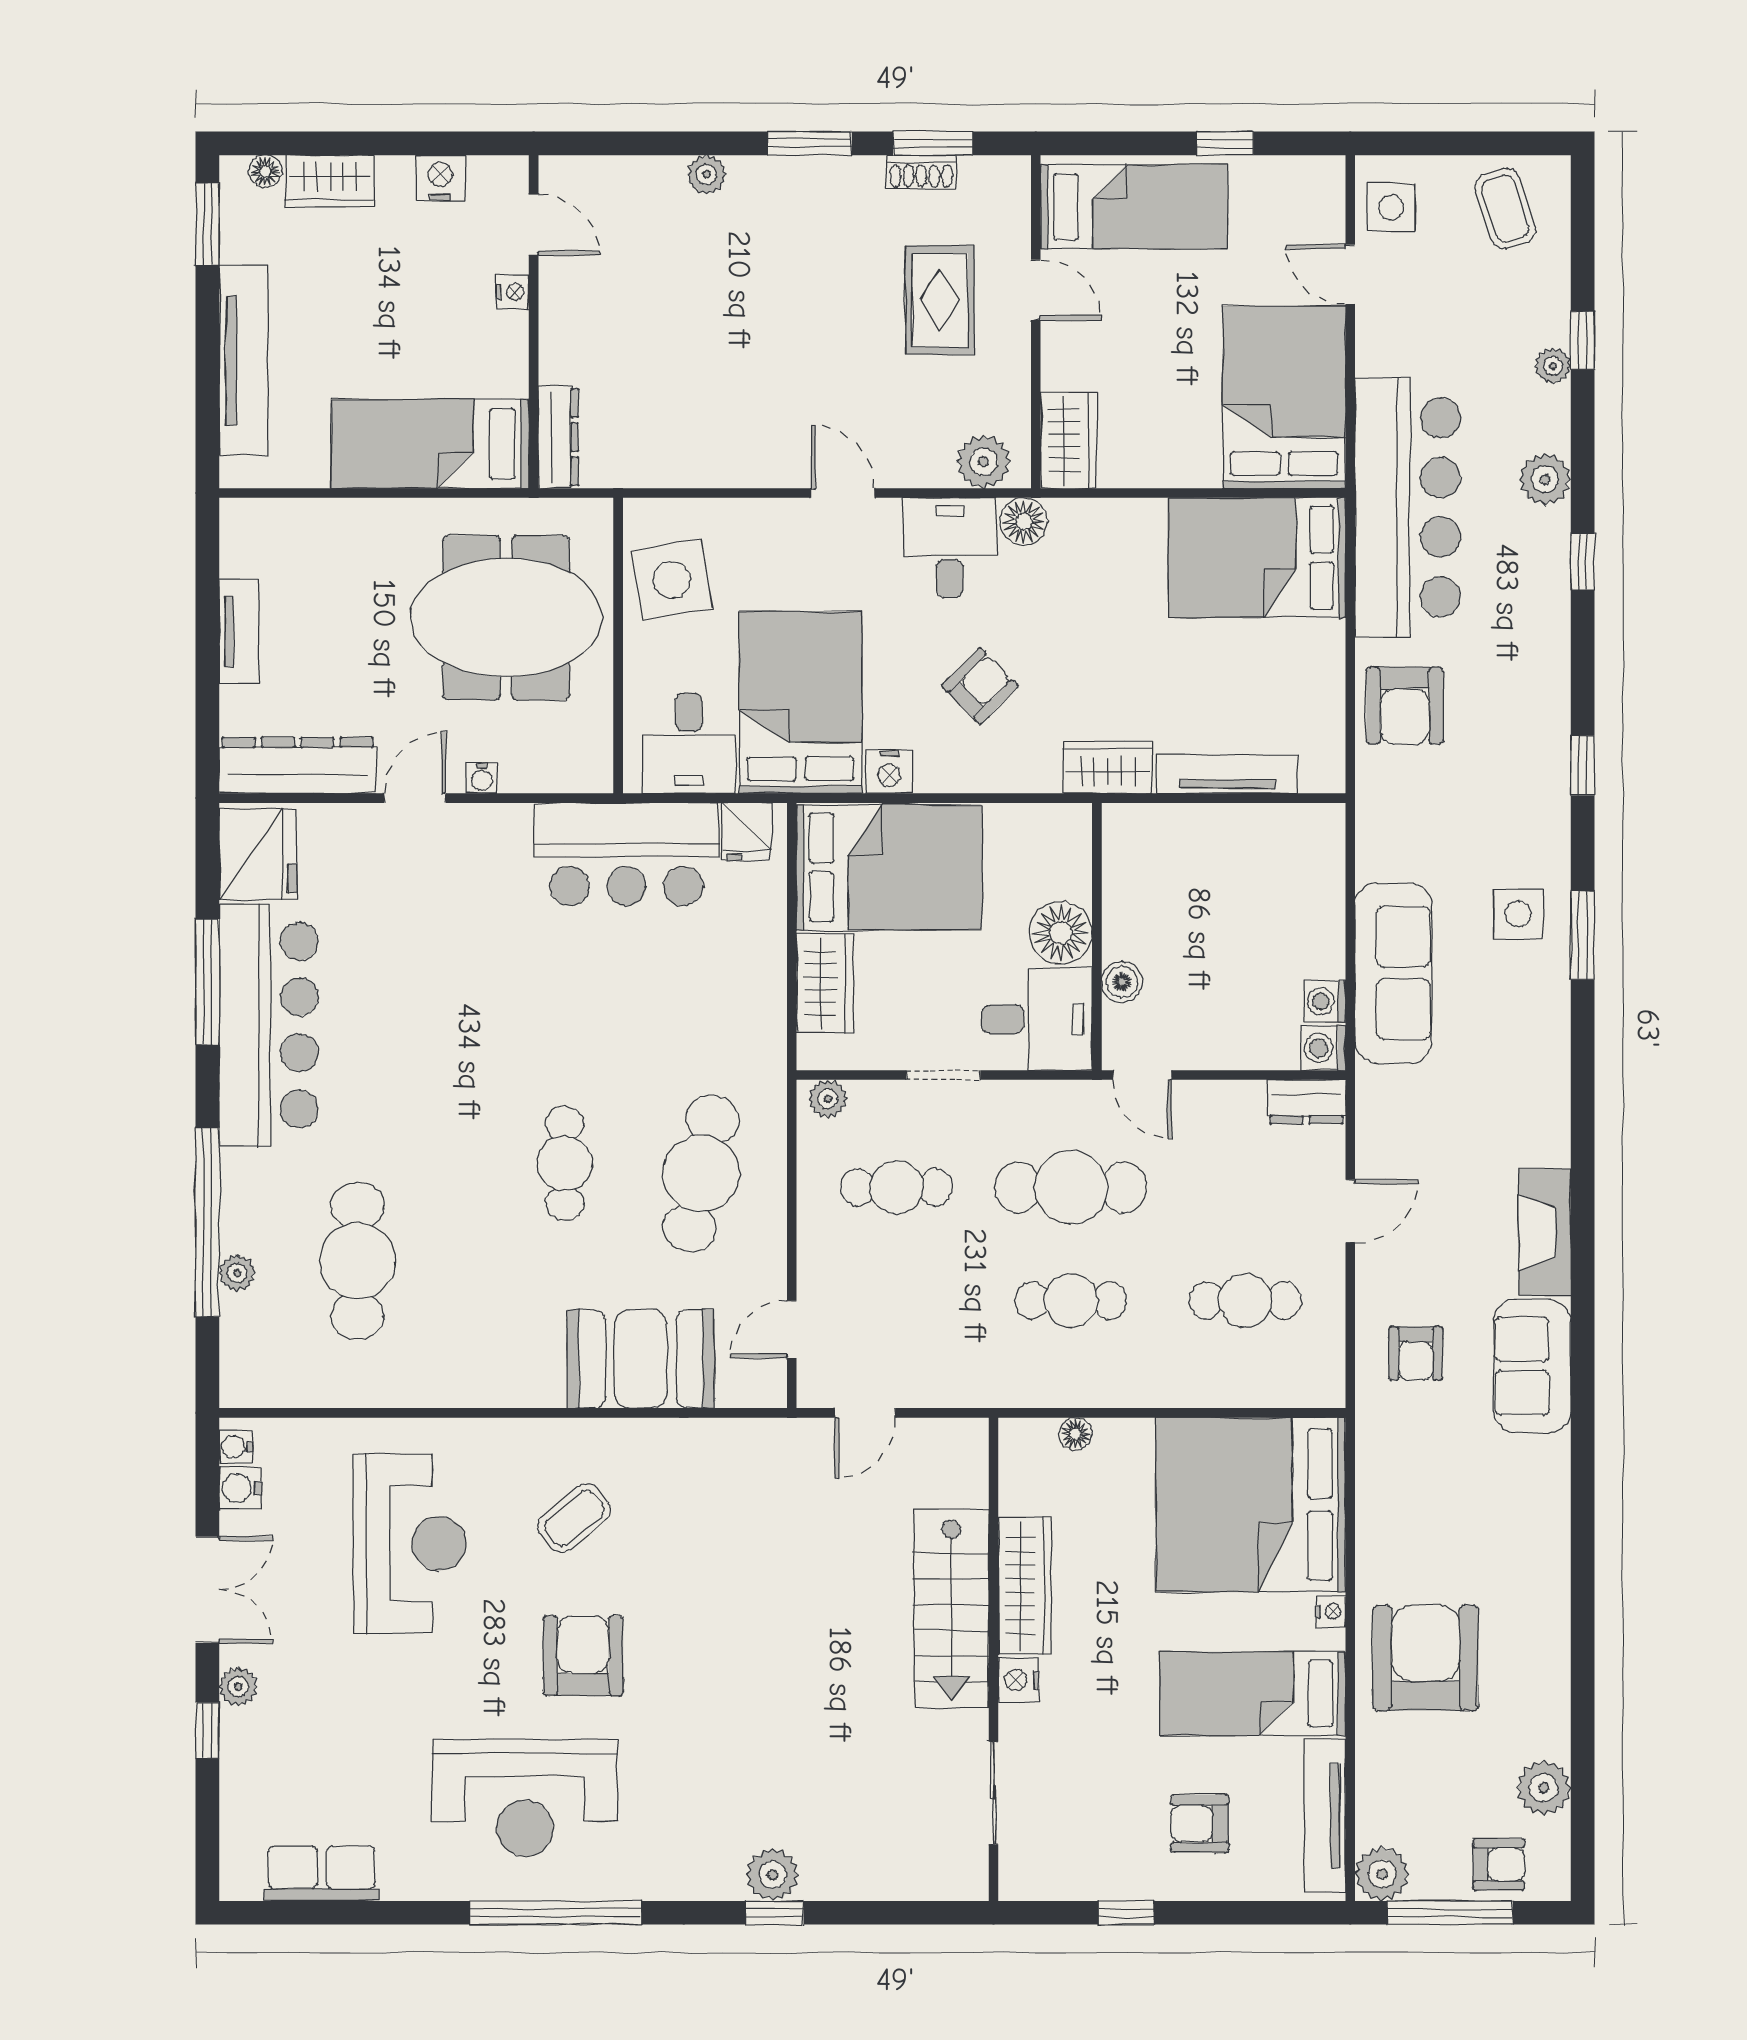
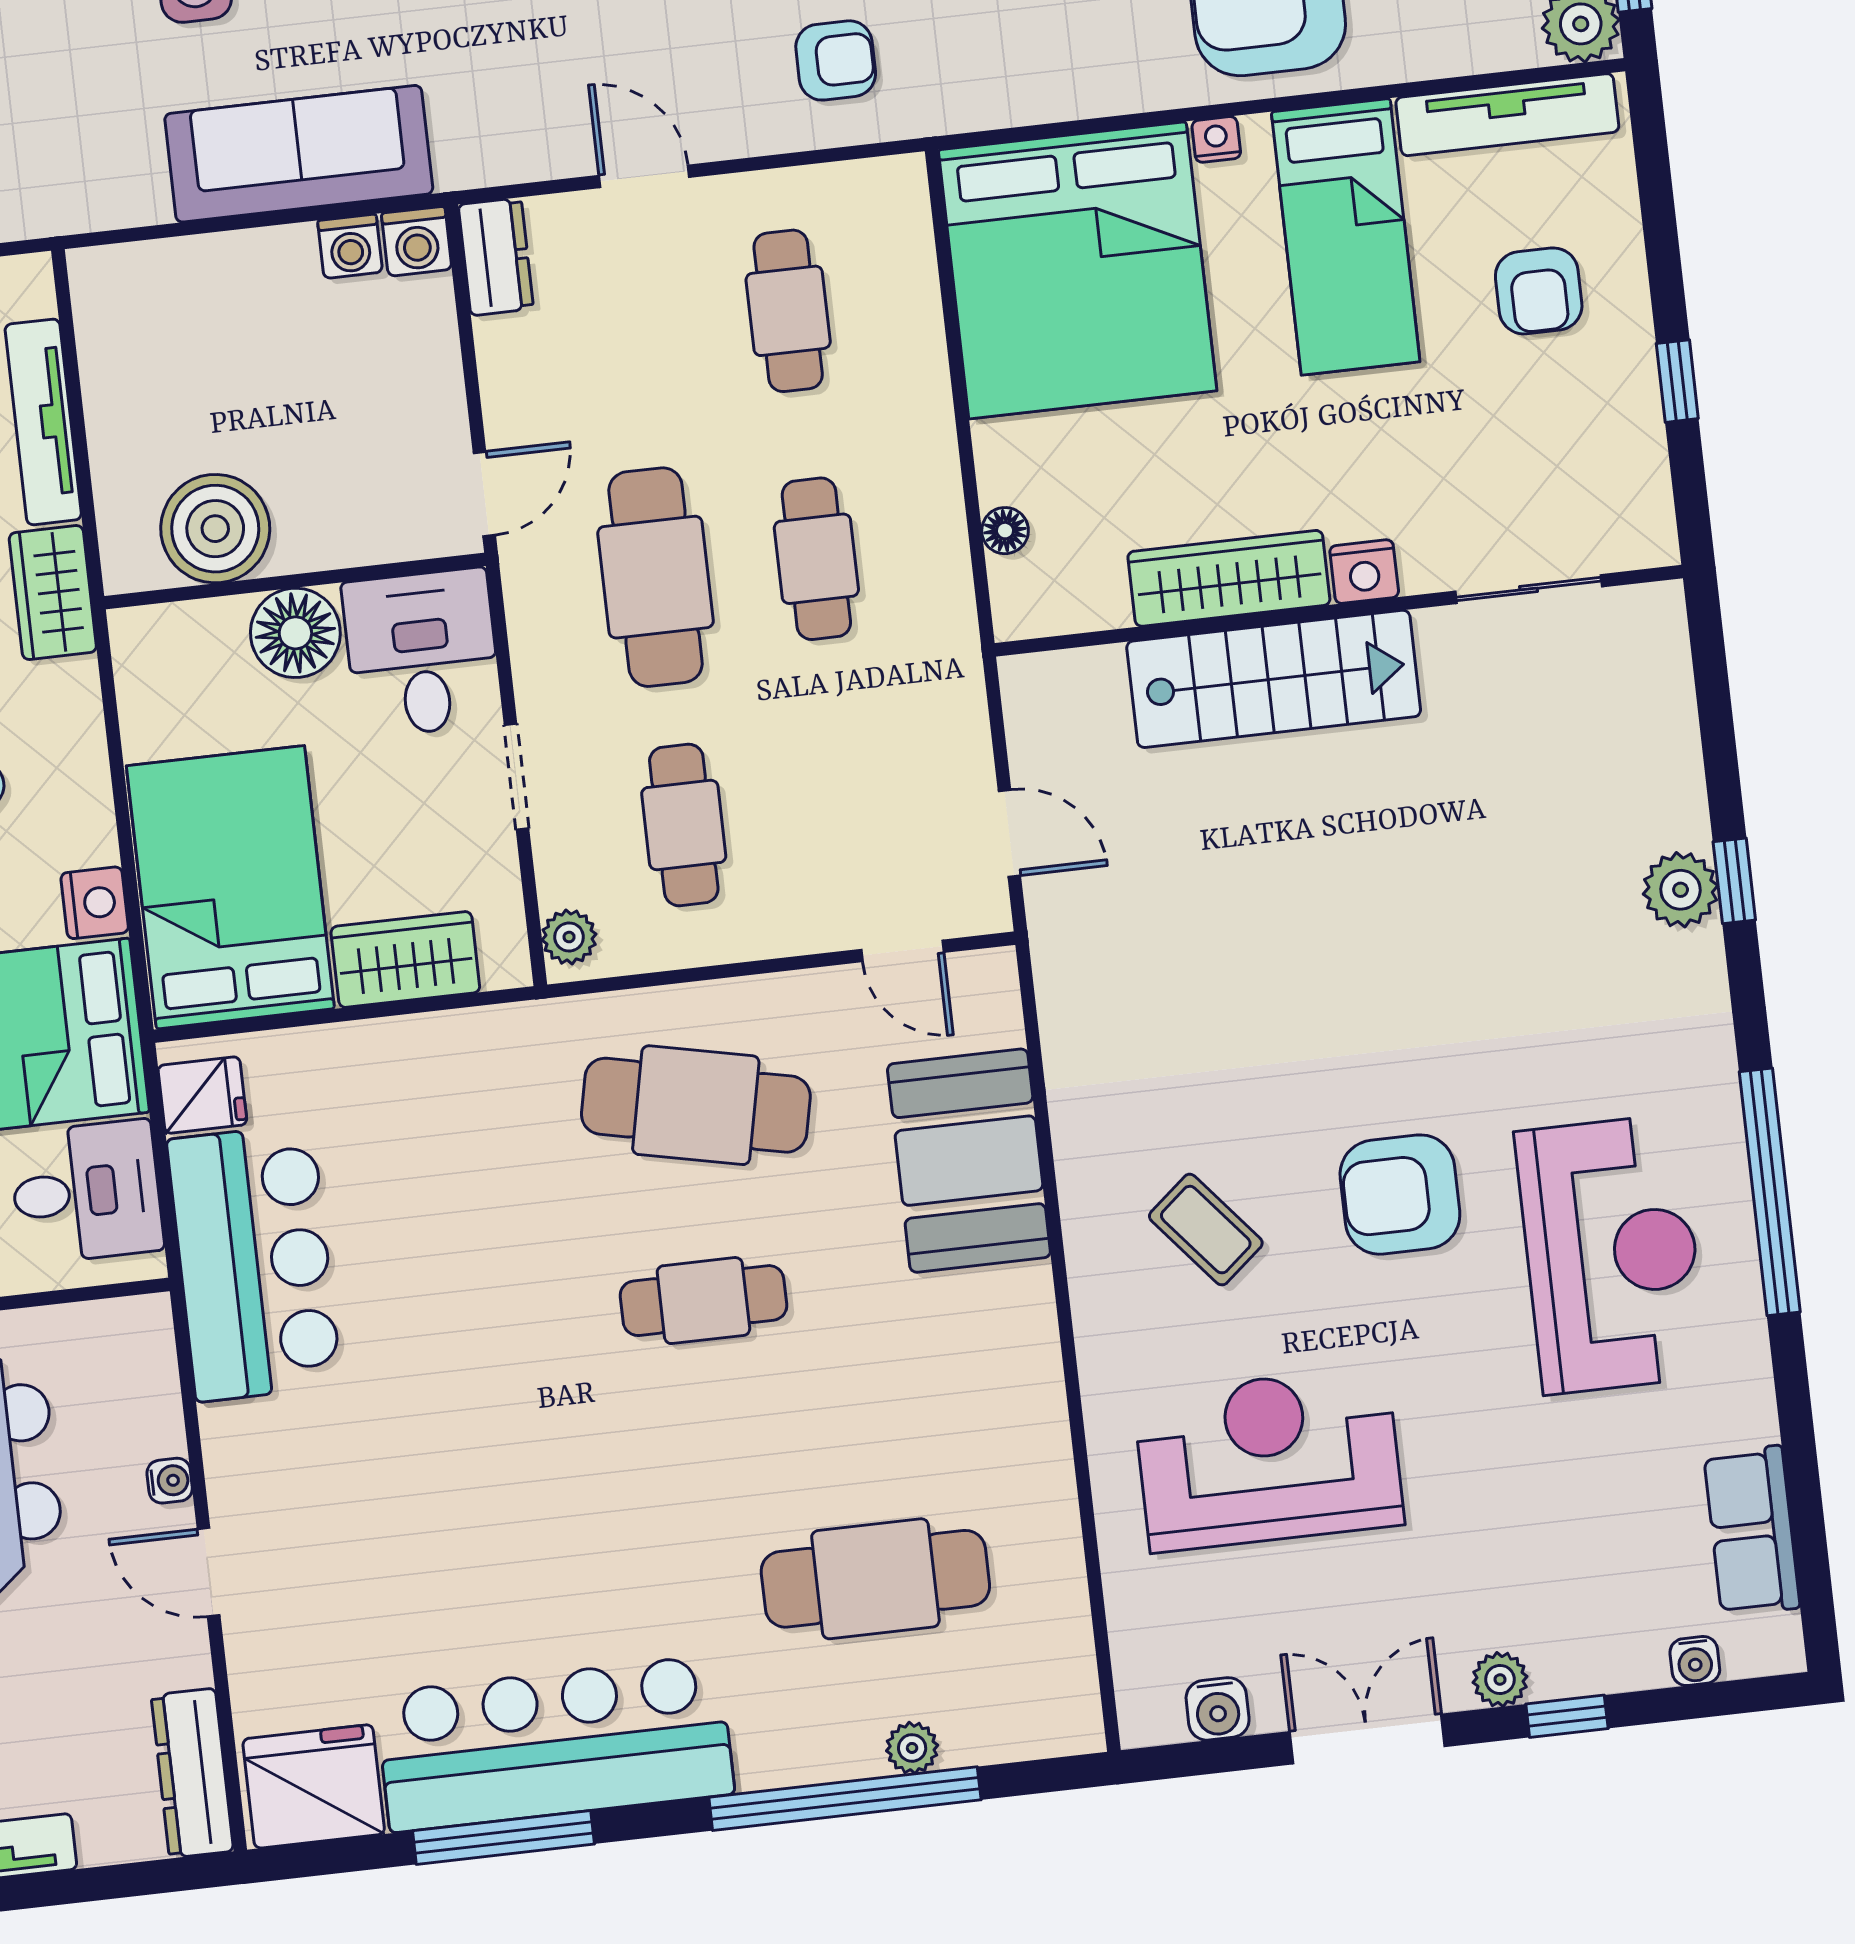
dresser: (298, 765) -> (192, 1773), width x0.73, depth x0.80
boiler: (1122, 982) -> (215, 529), moved, width x1.86, depth x1.86
water cooler: (236, 1447) -> (1695, 1661), moved

